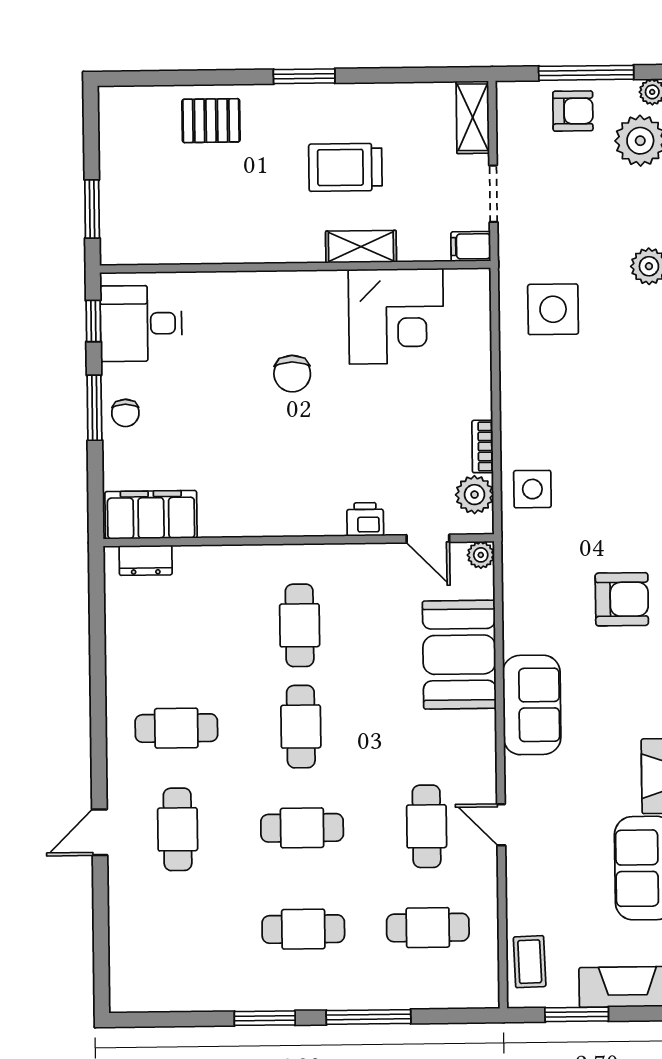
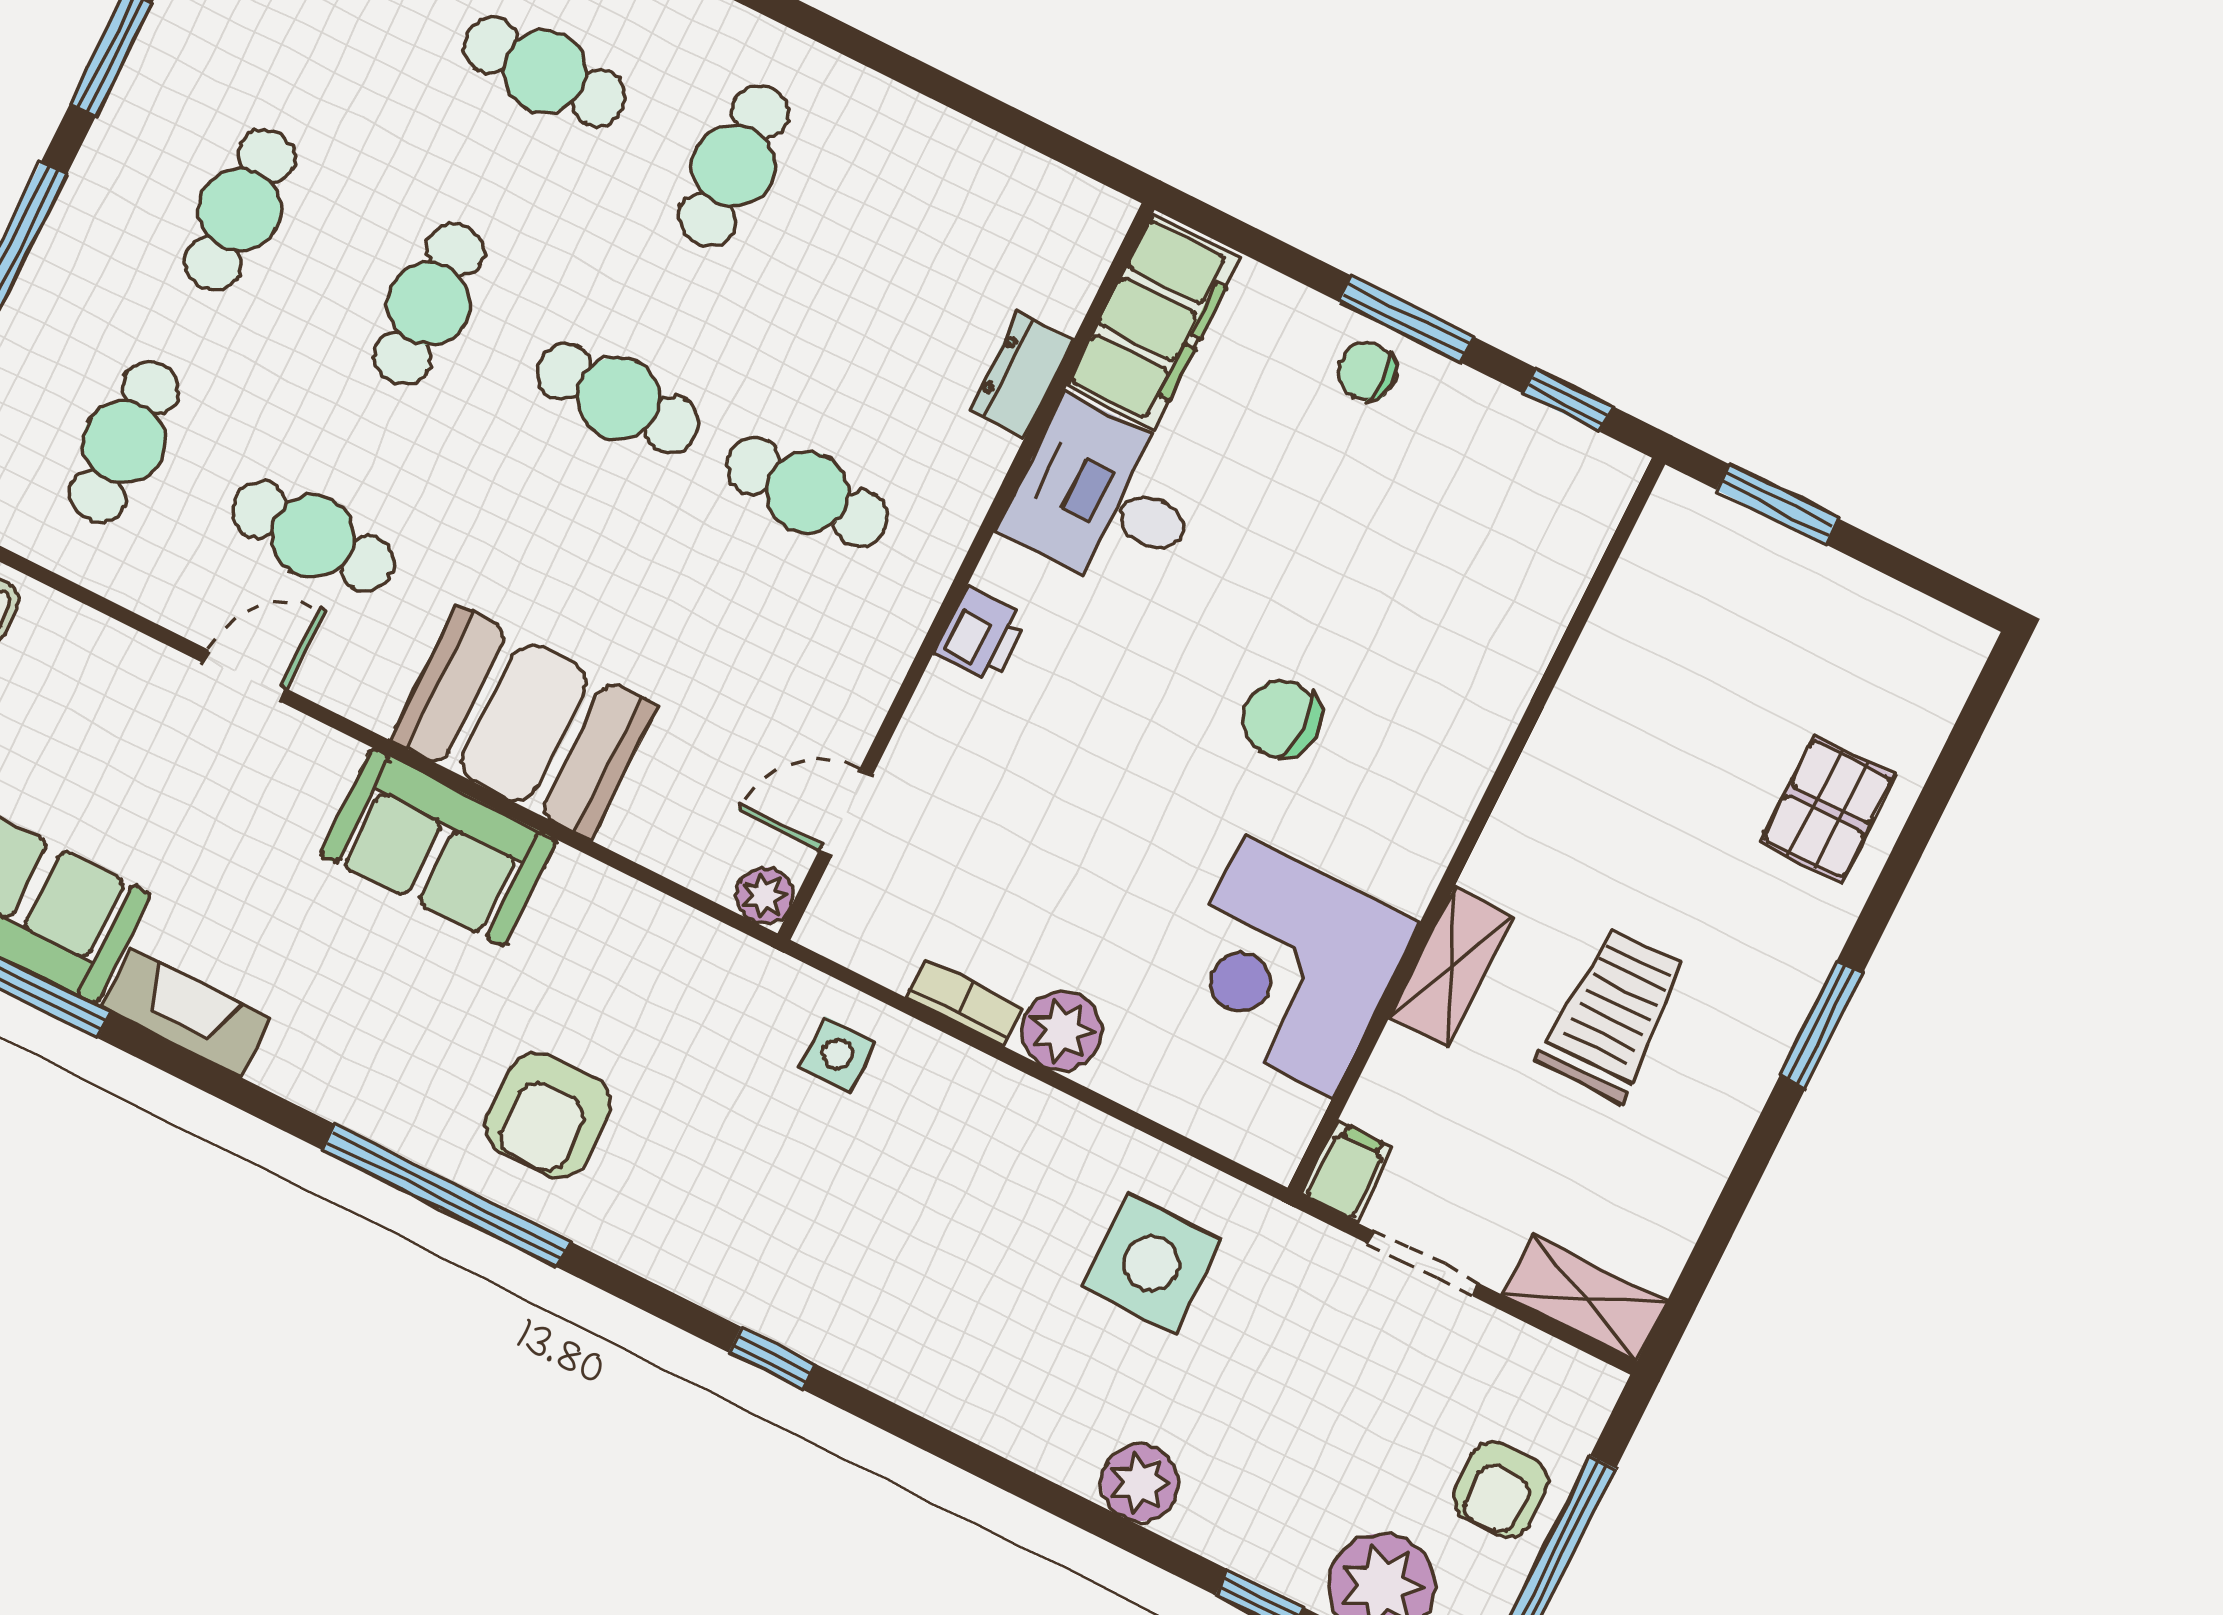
desk: (141, 323) -> (1105, 499), moved, turned -90
side table: (532, 489) -> (838, 1054), width x0.73, depth x0.73
plant: (475, 495) -> (1062, 1031), moved
printer: (365, 519) -> (981, 635), moved
dresser: (146, 560) -> (1021, 376), moved
booth: (459, 655) -> (524, 723), moved

